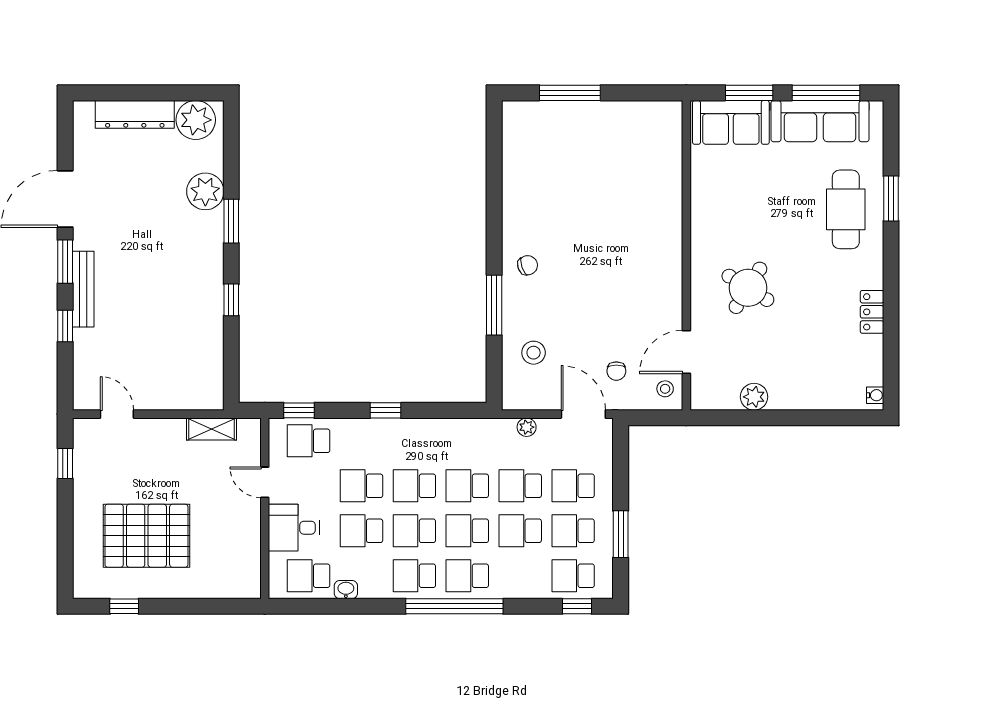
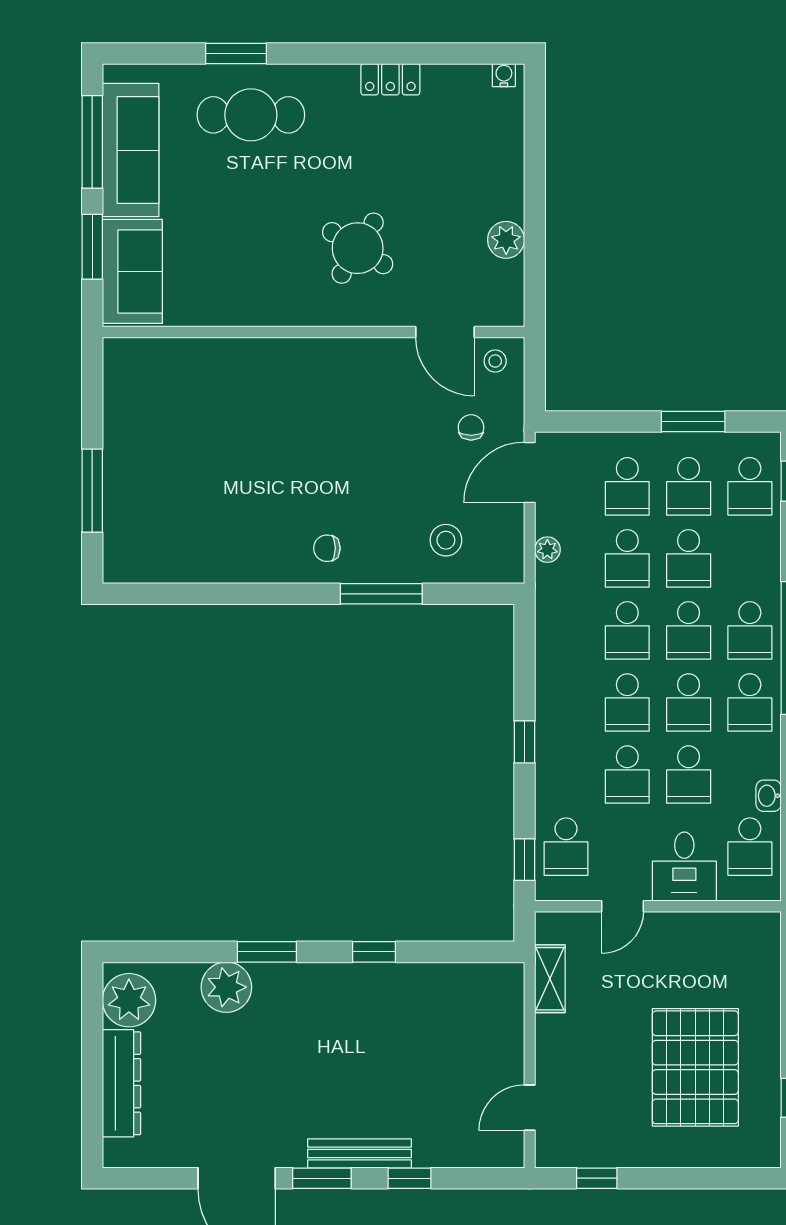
chair: (528, 265) -> (327, 548), turned -71
chair: (616, 371) -> (471, 427), turned -90

